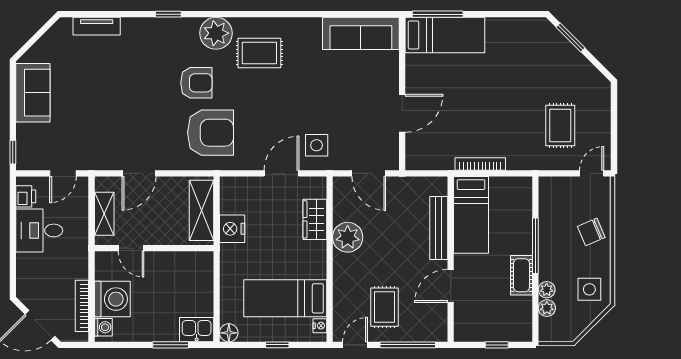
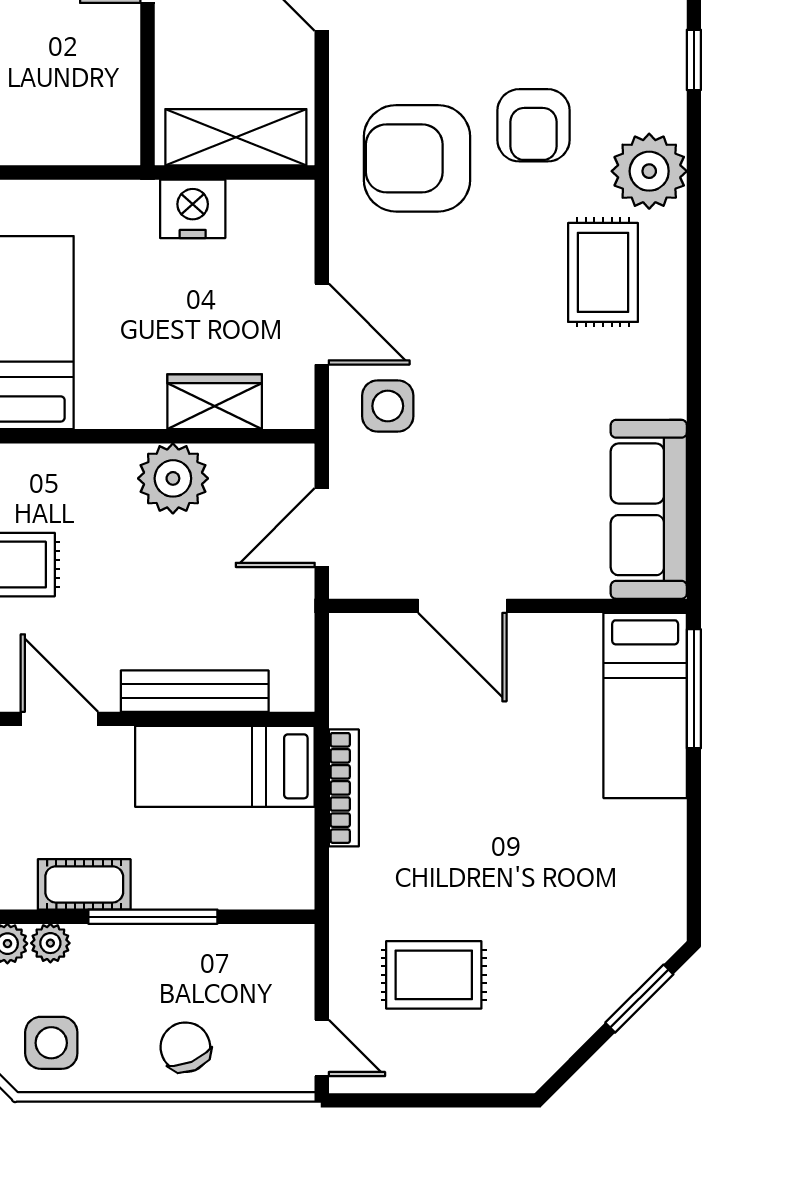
armchair: (211, 133) -> (417, 158), turned 90

